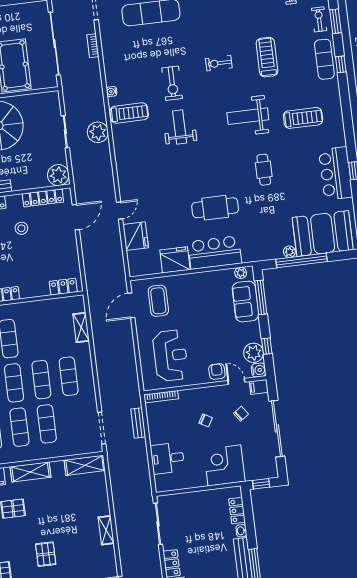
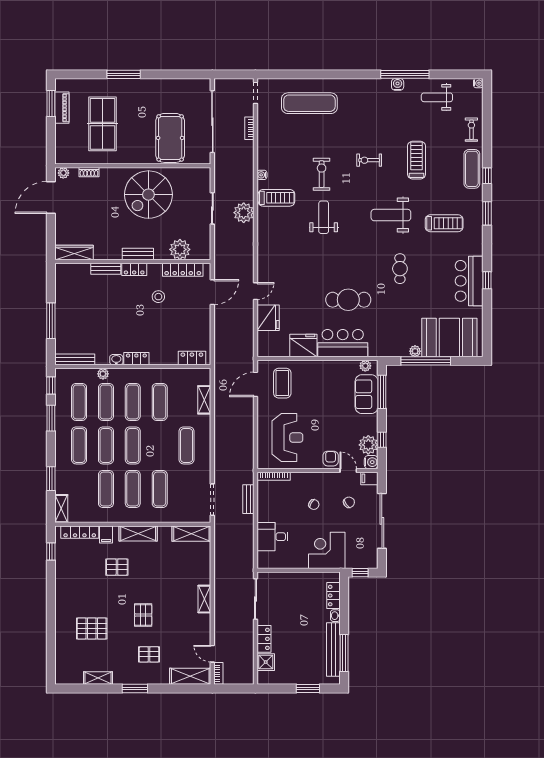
window: (335, 21) -> (487, 213), moved
exercise bike: (172, 83) -> (322, 174), turned 180
plant: (58, 175) -> (180, 249), moved
exercise mat: (41, 380) -> (160, 402), moved

